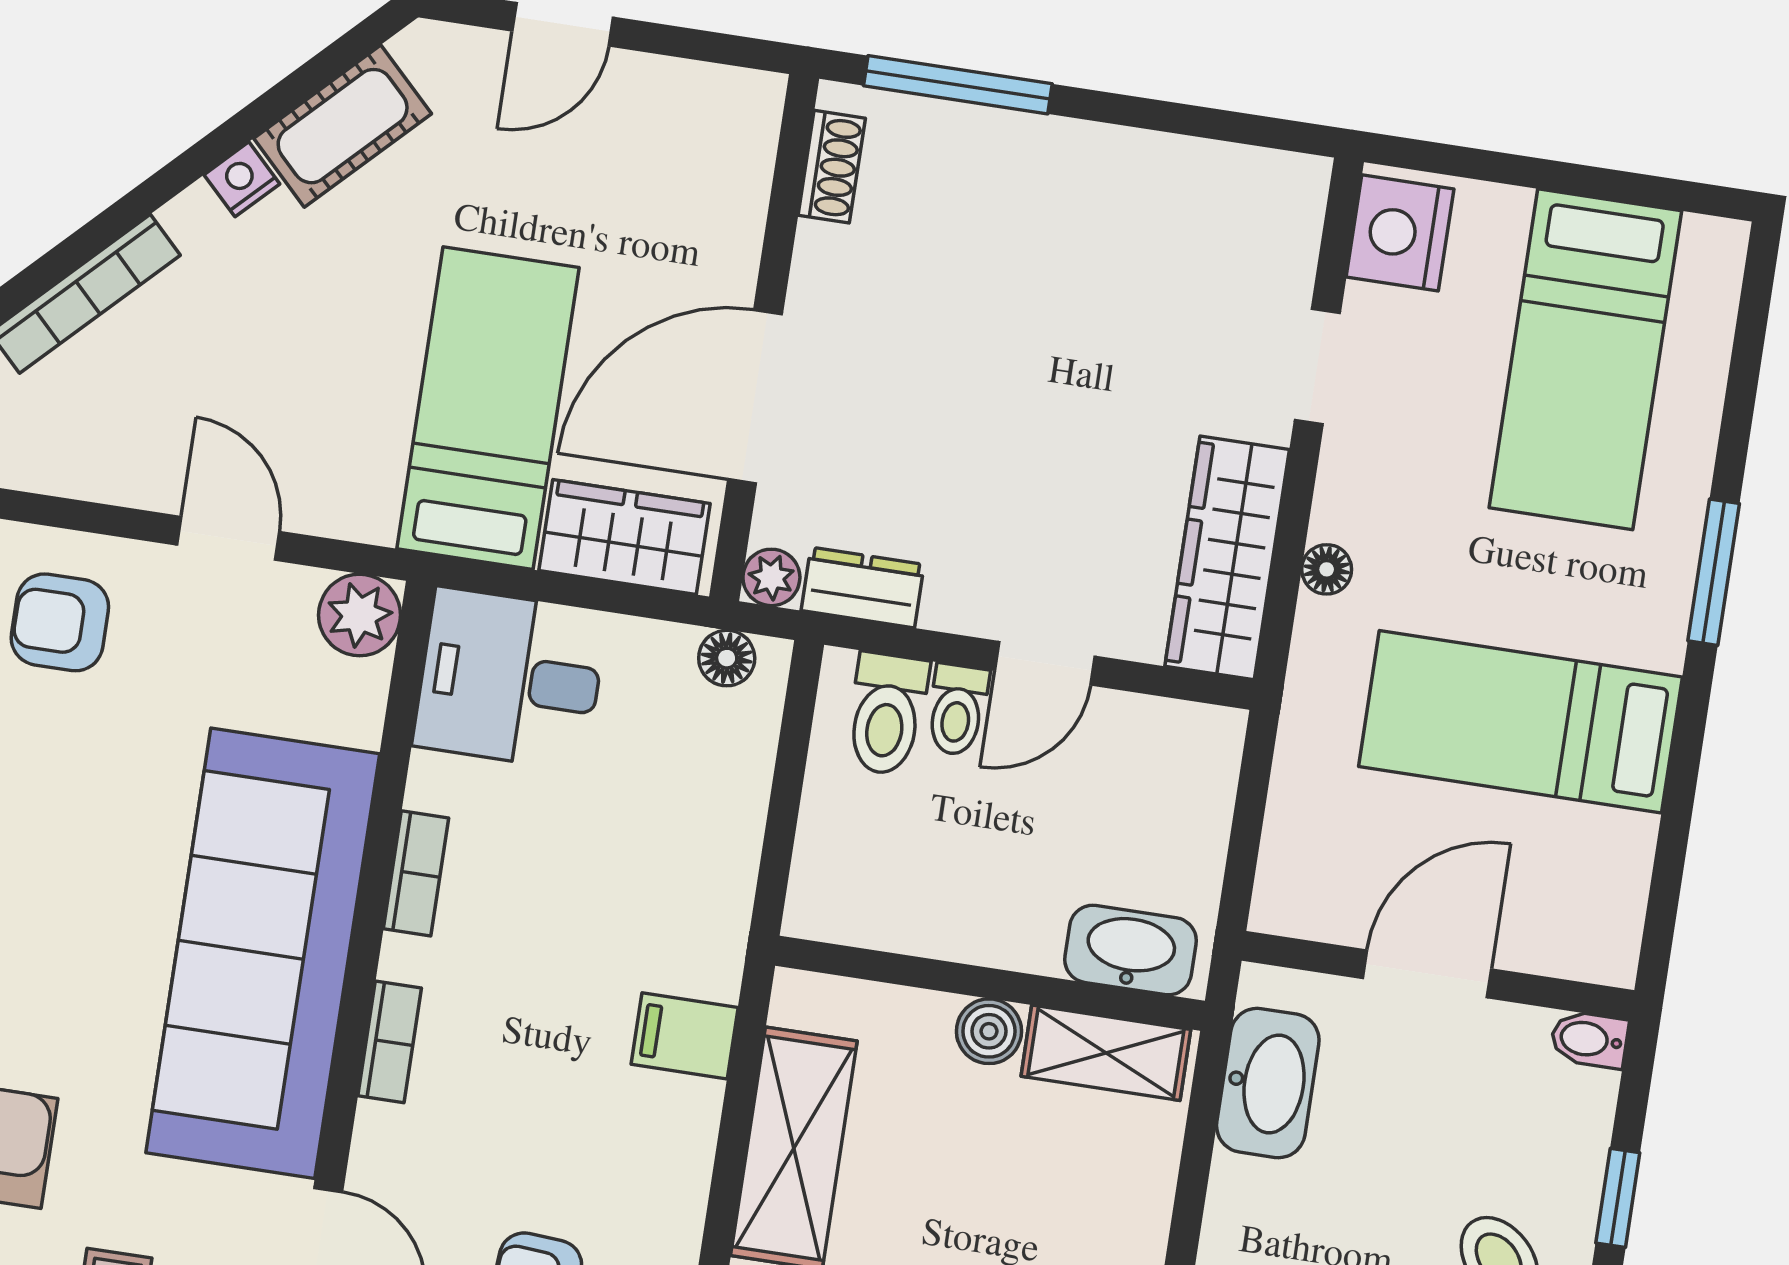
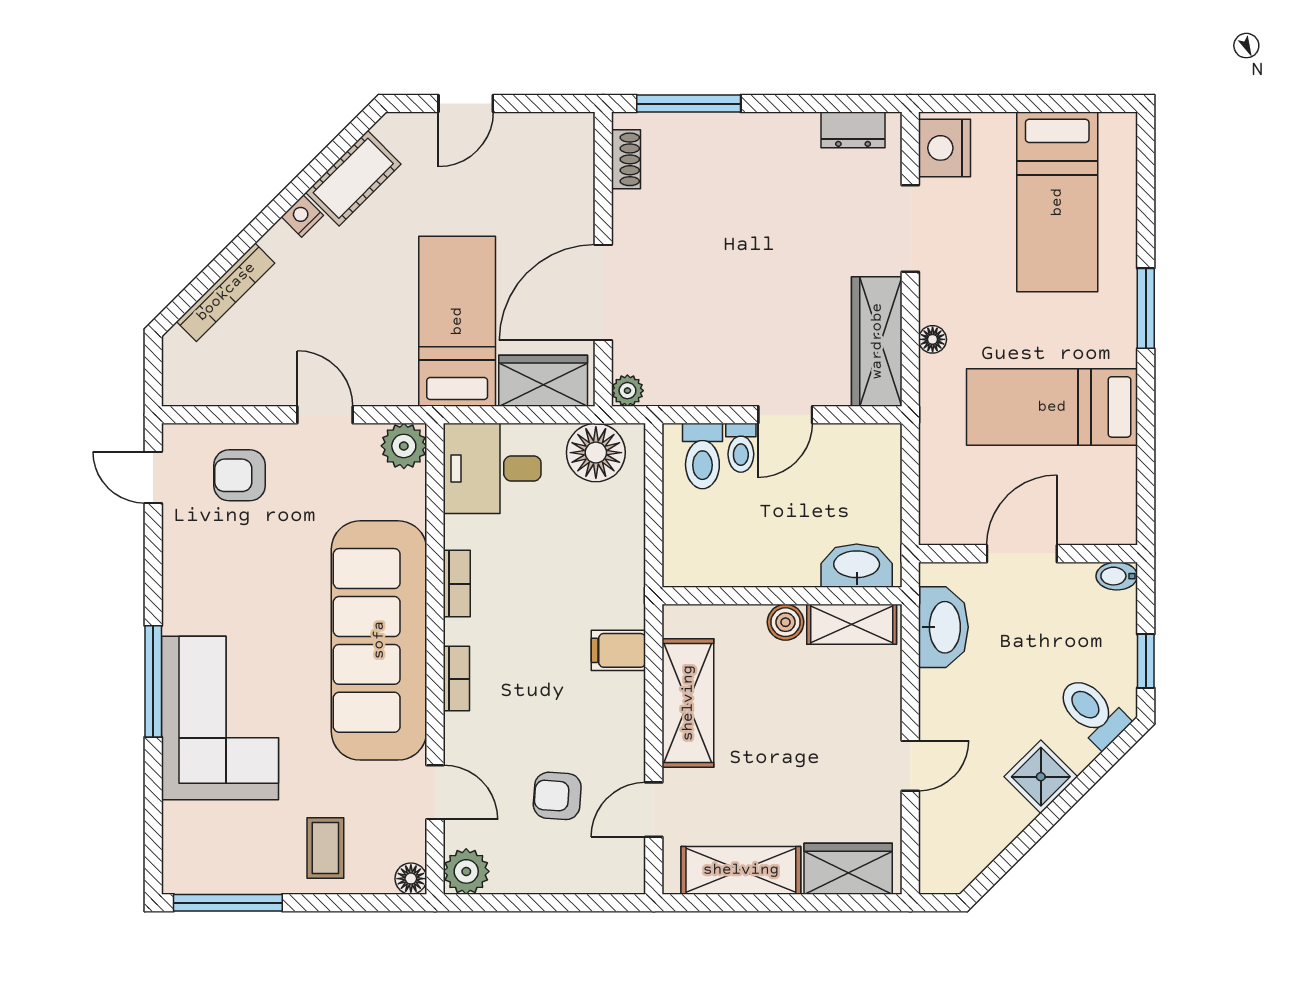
doorway: (1317, 367) -> (910, 229), width x1.38
dresser: (863, 587) -> (853, 130), moved, turned 180
floor lamp: (727, 658) -> (596, 453), width x1.89, depth x1.89

